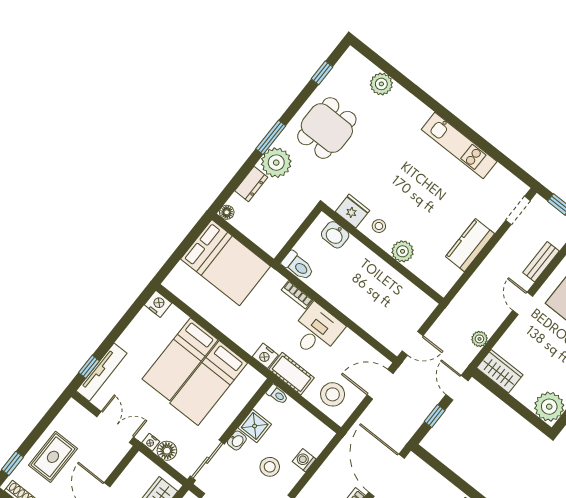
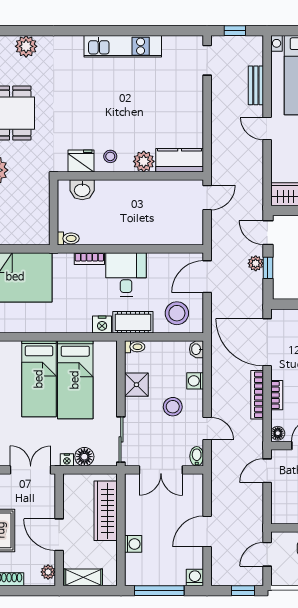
kitchen counter: (470, 245) -> (180, 160), moved, turned 90
toilet: (298, 266) -> (68, 238), width x0.73, depth x0.72
plant: (479, 339) -> (256, 263), moved
door: (413, 343) -> (207, 198), moved
washbasin: (237, 440) -> (196, 349), moved, turned 180

